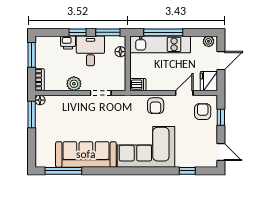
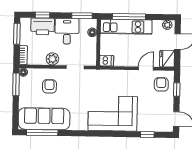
window: (78, 32) -> (43, 15), moved
printer: (68, 43) -> (43, 26), width x1.87, depth x1.48
armchair: (156, 106) -> (49, 86), moved, turned 180
sofa: (86, 154) -> (44, 119), moved

